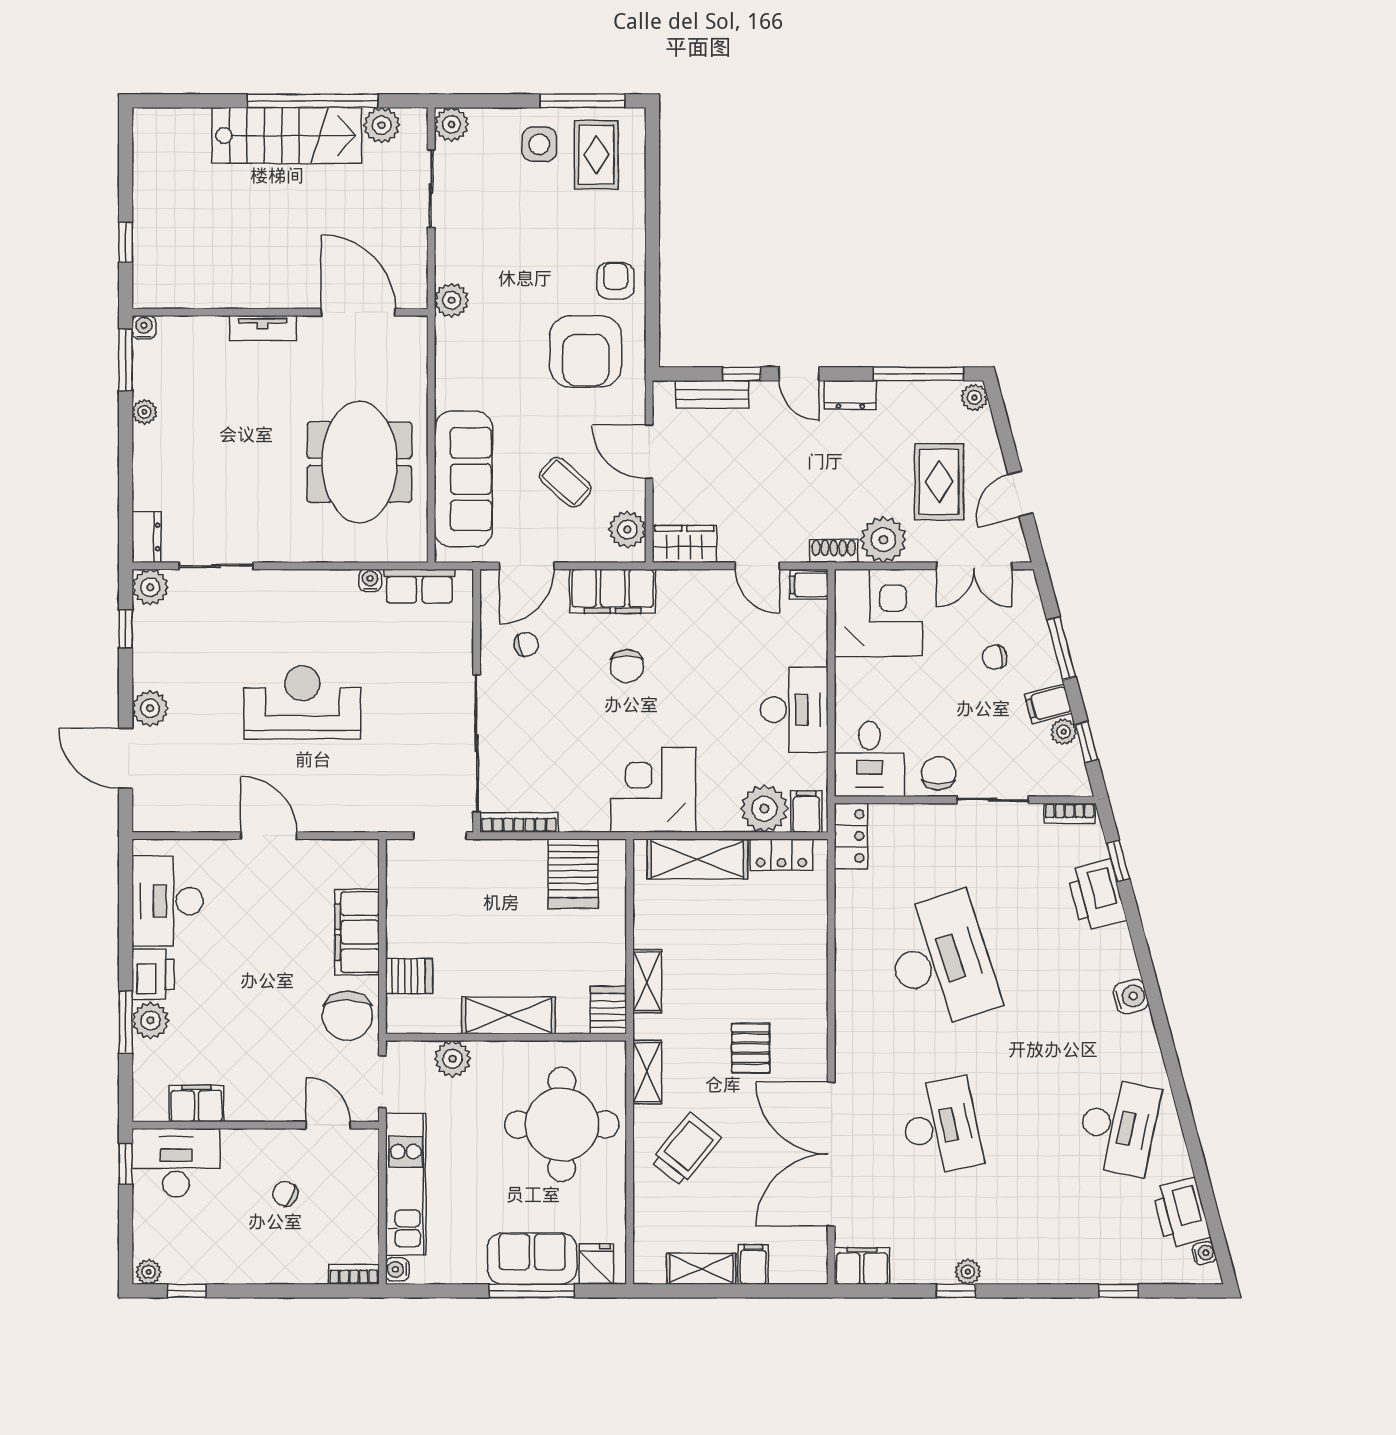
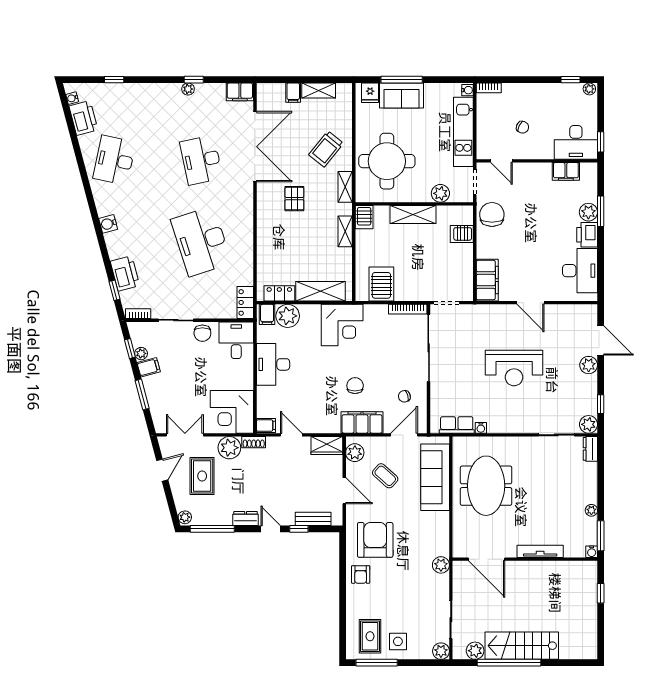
tv unit: (263, 328) -> (540, 551), width x1.41
chair: (995, 657) -> (175, 390), removed
filing cabinet: (357, 932) -> (487, 280), moved

